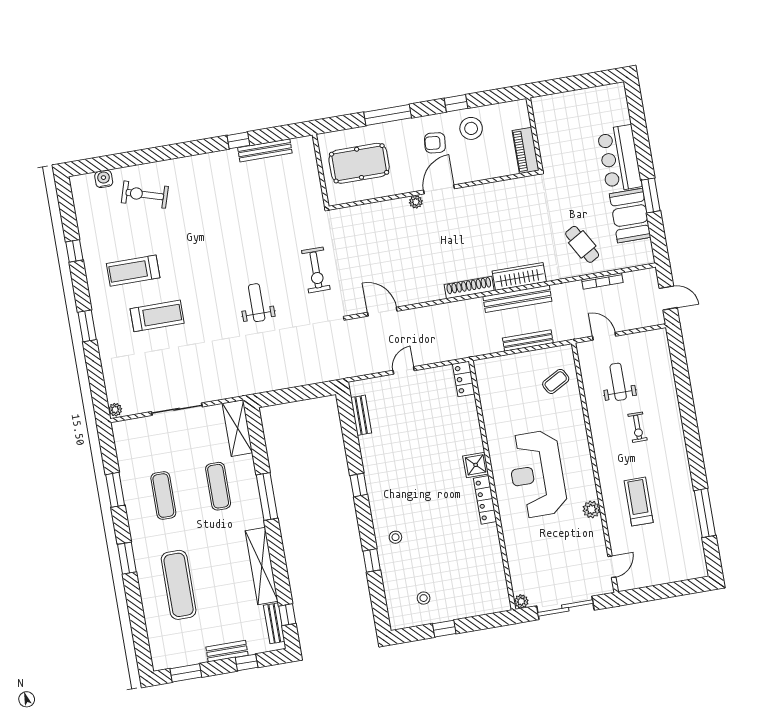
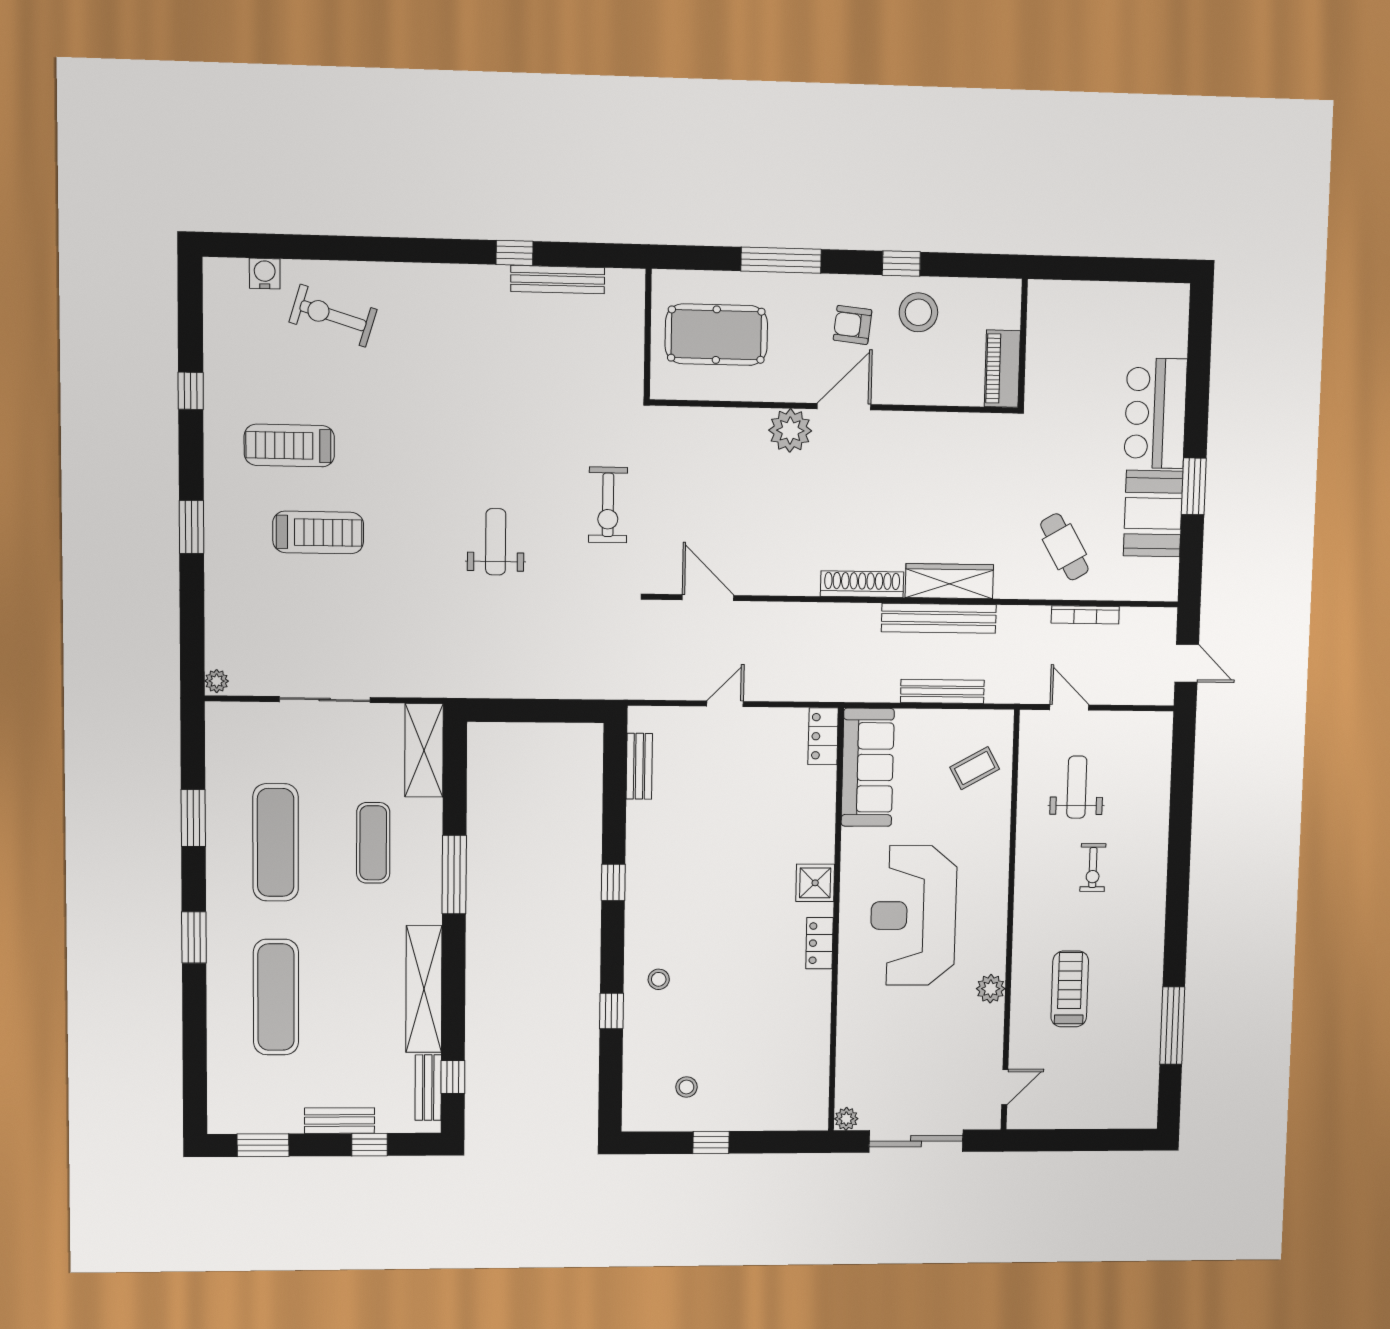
plant: (416, 202) -> (790, 430), width x1.88, depth x1.88
sofa: (493, 392) -> (868, 767), added
exercise mat: (163, 496) -> (276, 842), width x1.36, depth x1.45
locker: (485, 500) -> (819, 943), width x0.66

